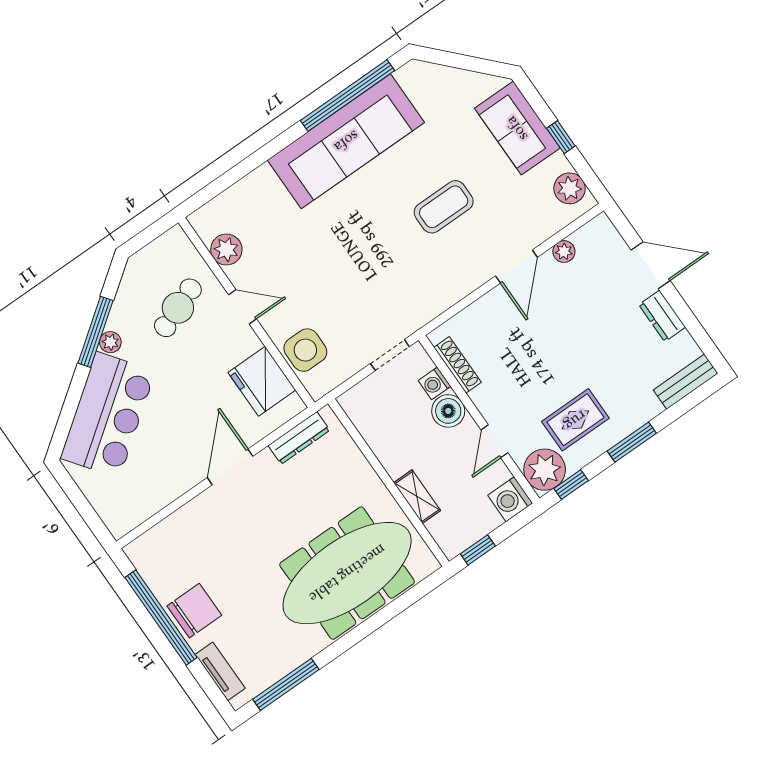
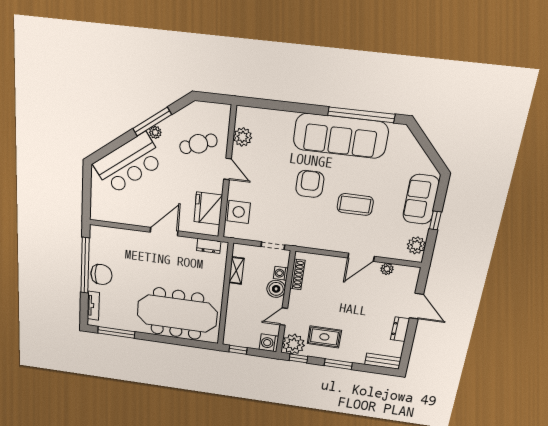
armchair: (363, 232) -> (310, 184), added
dresser: (299, 438) -> (209, 246), width x0.70
shelving: (417, 497) -> (237, 271), moved

